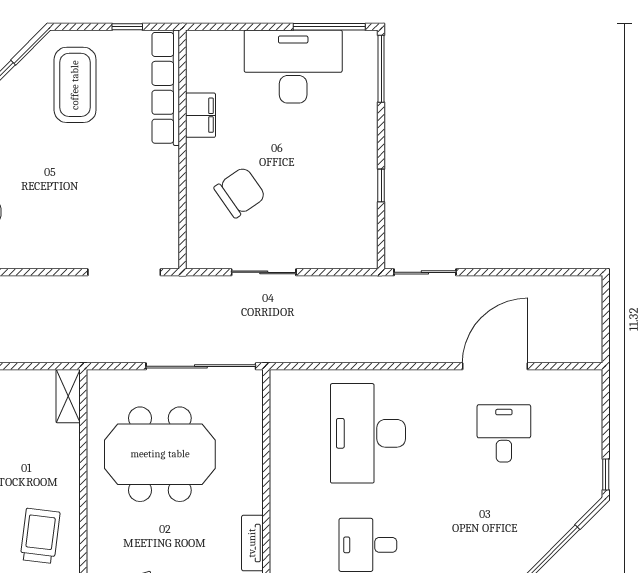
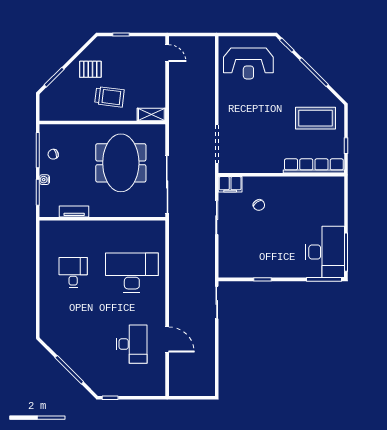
desk: (293, 67) -> (325, 252), moved
filing cabinet: (201, 115) -> (230, 184), moved
chair: (240, 192) -> (259, 205), width x0.54, depth x0.54
door: (495, 366) -> (167, 339), width x0.73
desk: (504, 433) -> (132, 344), width x1.37
trolley: (40, 536) -> (109, 97), moved

